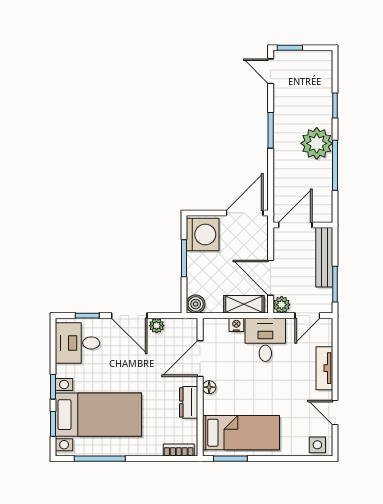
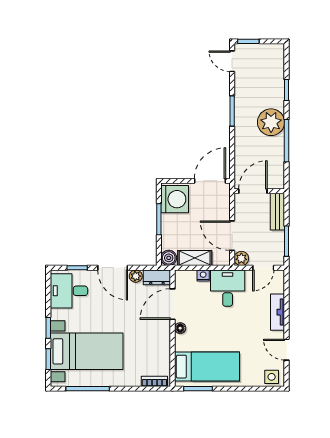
bench: (324, 257) -> (277, 212), width x0.73
shelving: (244, 304) -> (195, 258), moved
dresser: (189, 402) -> (157, 277), moved, turned -90

